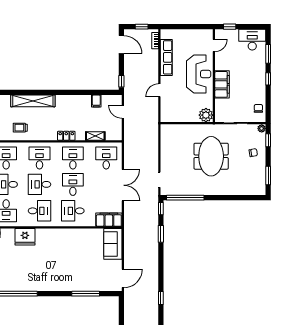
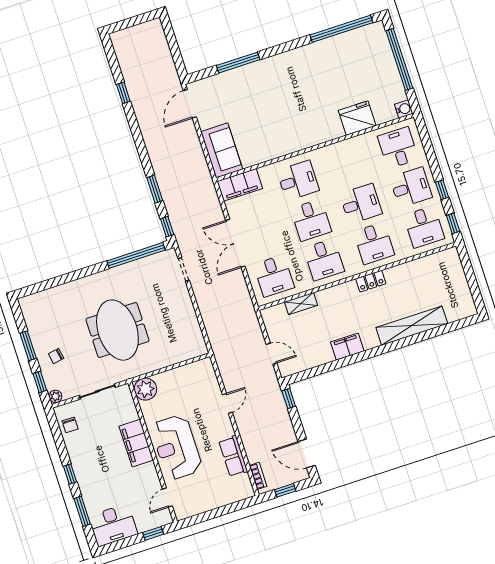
row of seats: (166, 57) -> (233, 456), width x0.68
filing cabinet: (96, 101) -> (347, 347), moved, width x2.00
trolley: (20, 128) -> (418, 279), removed
locker: (66, 136) -> (371, 281), moved
window: (268, 175) -> (28, 346), moved
desk: (39, 211) -> (348, 164), removed

